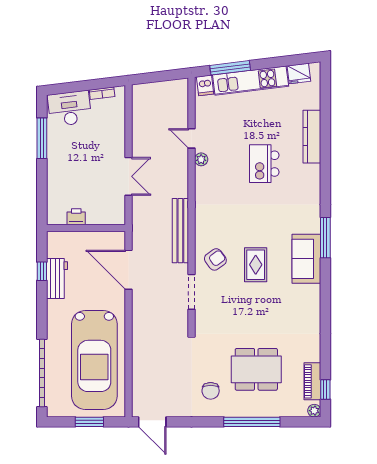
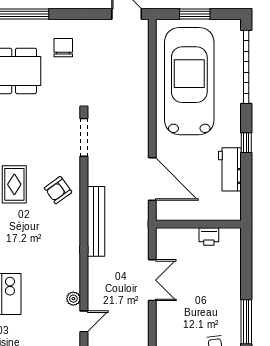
door: (192, 138) -> (84, 321), hinge flipped
double door: (129, 176) -> (152, 280), swing flipped
window: (42, 271) -> (246, 143), moved
doorway: (192, 292) -> (84, 137), moved

